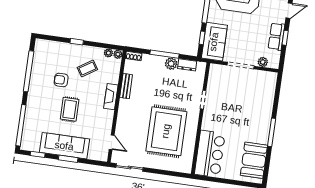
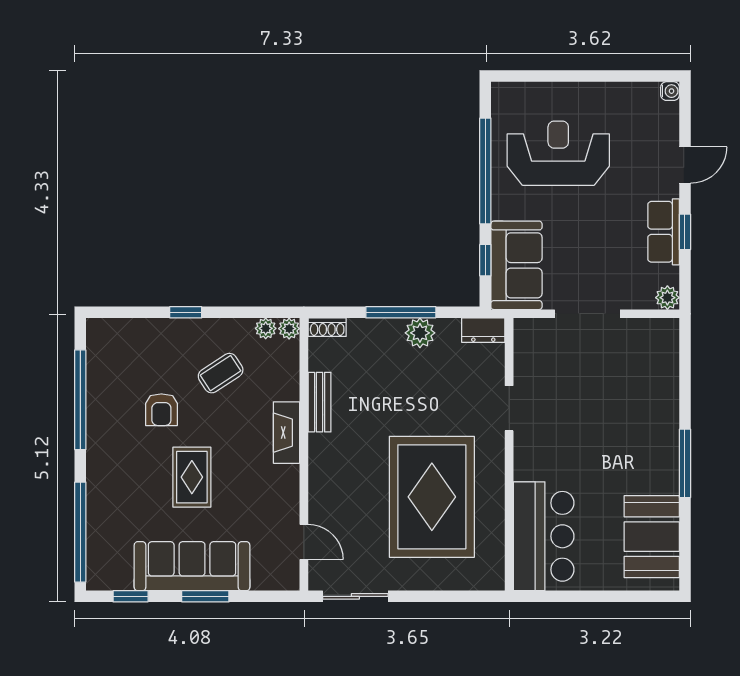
plant: (263, 62) -> (667, 298), moved
dresser: (187, 65) -> (483, 330), moved
armchair: (61, 80) -> (161, 410), turned -90

